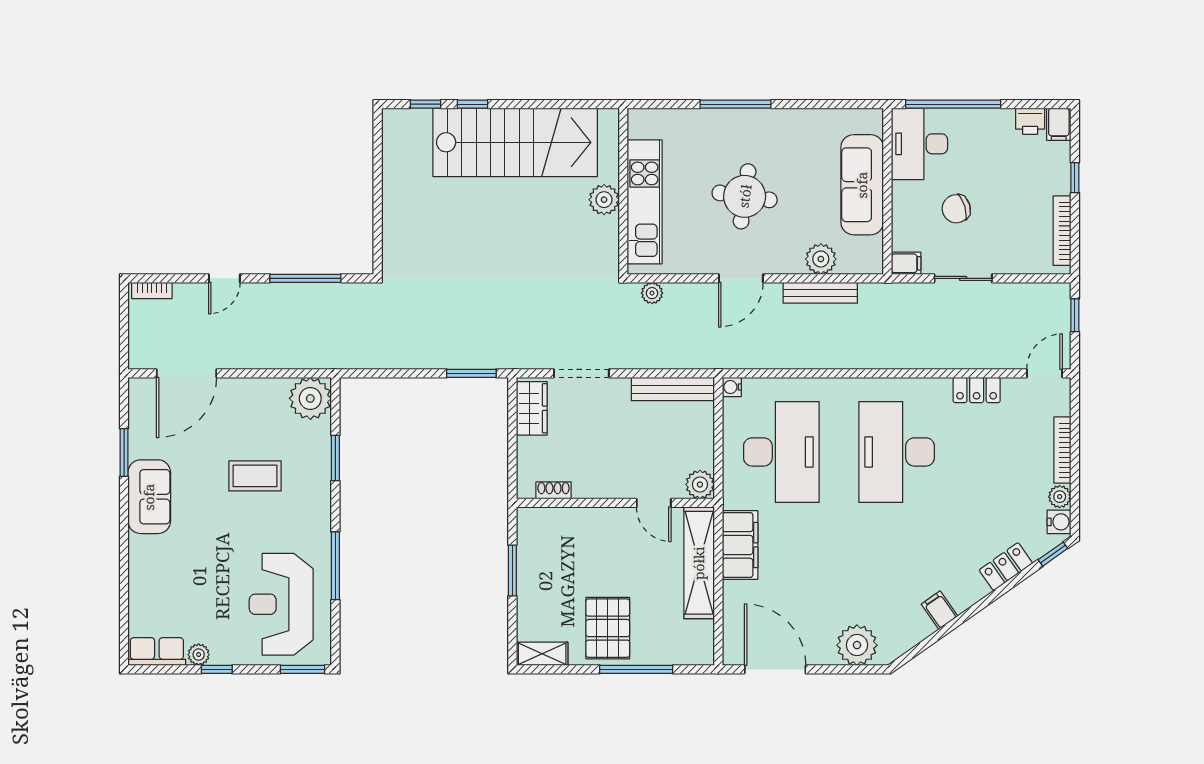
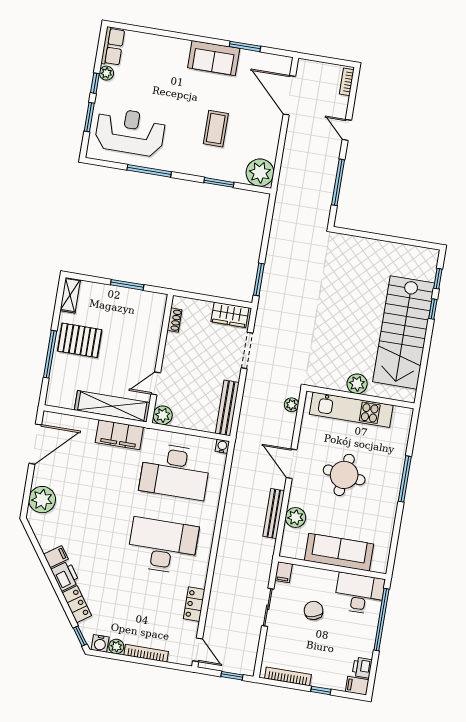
printer: (966, 591) -> (65, 576), added
window: (302, 669) -> (89, 117), moved

